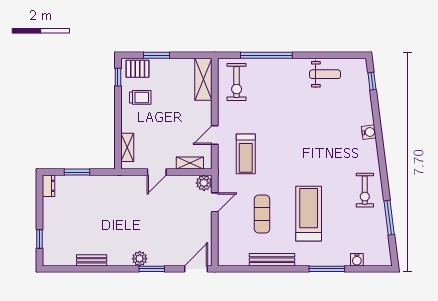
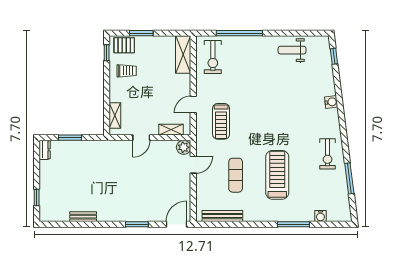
weight bench: (325, 74) -> (292, 50), turned 180
plant: (140, 259) -> (126, 215), removed
bench: (272, 260) -> (222, 216), moved

